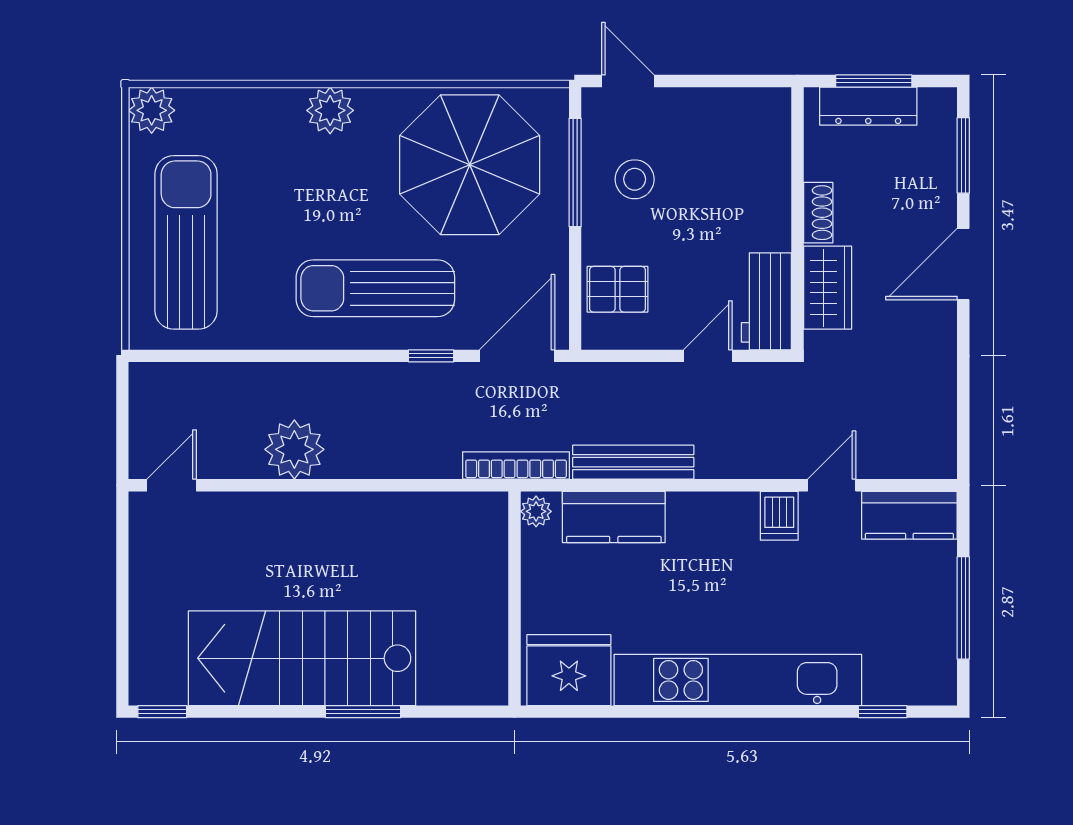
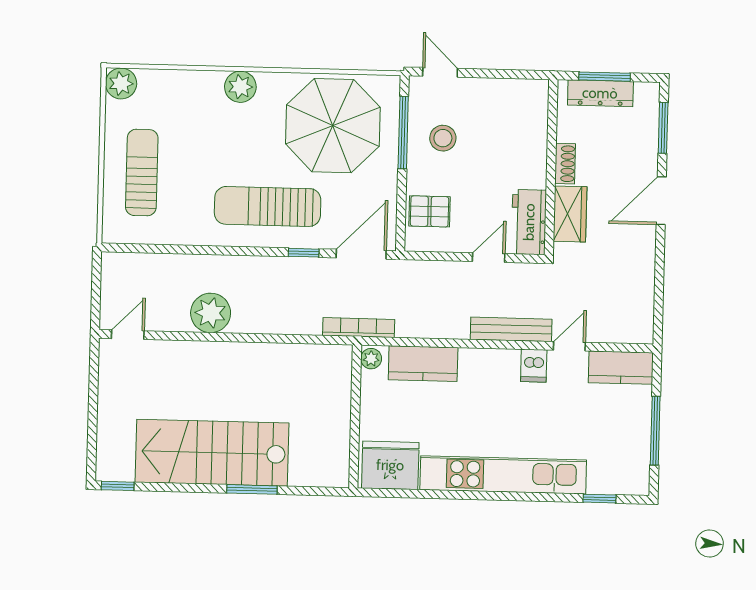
sun lounger: (186, 242) -> (142, 173), width x0.73, depth x0.75
bench: (633, 462) -> (511, 329), moved

